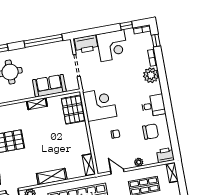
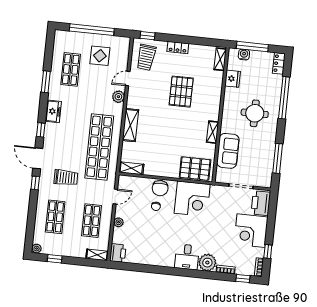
window: (43, 41) -> (278, 158), width x0.68
desk: (153, 106) -> (187, 257), moved
chair: (151, 132) -> (160, 188), moved

